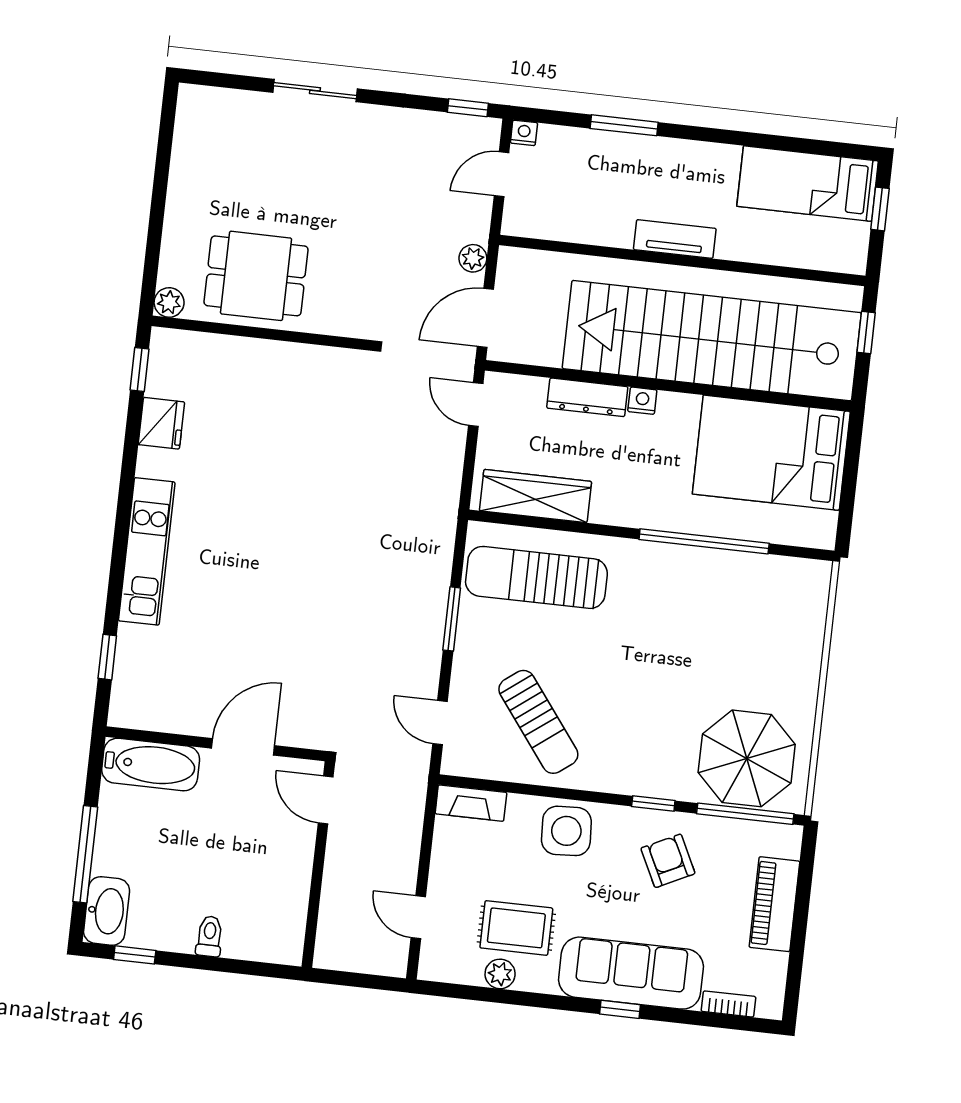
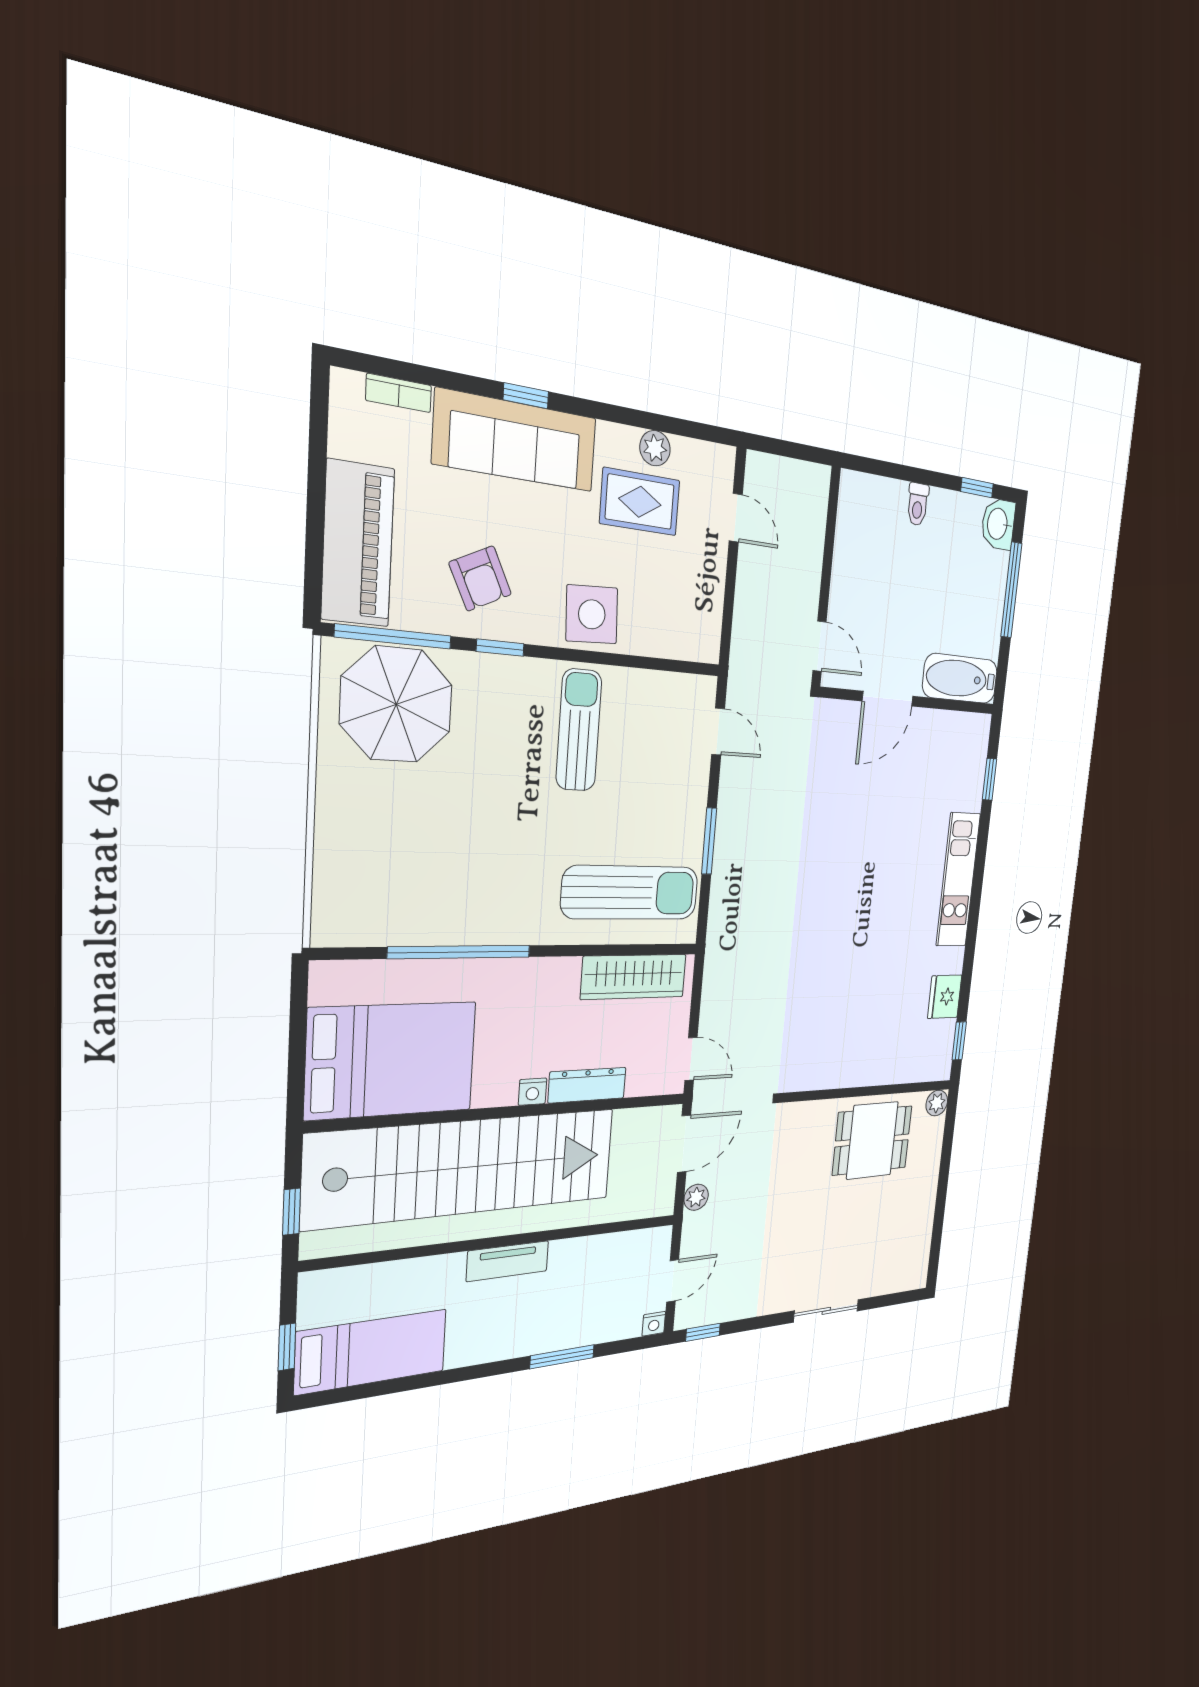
sun lounger: (538, 722) -> (579, 730), moved, turned 37
fireplace: (471, 803) -> (688, 645), removed
piano: (774, 904) -> (358, 544), width x1.37, depth x1.33
washbasin: (107, 911) -> (998, 524), width x0.72

